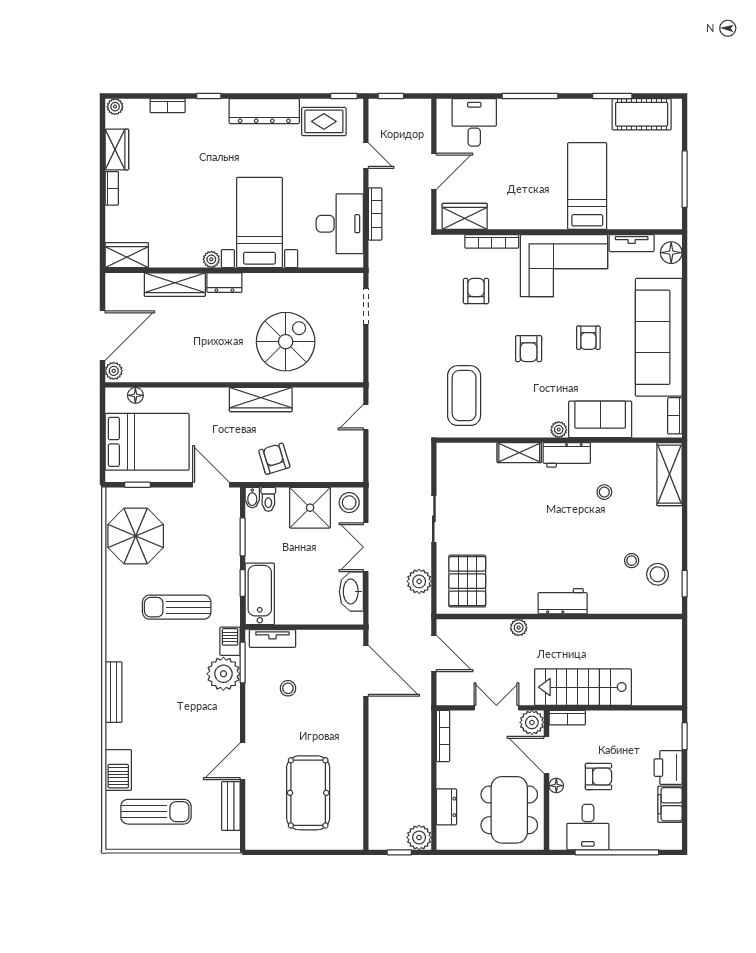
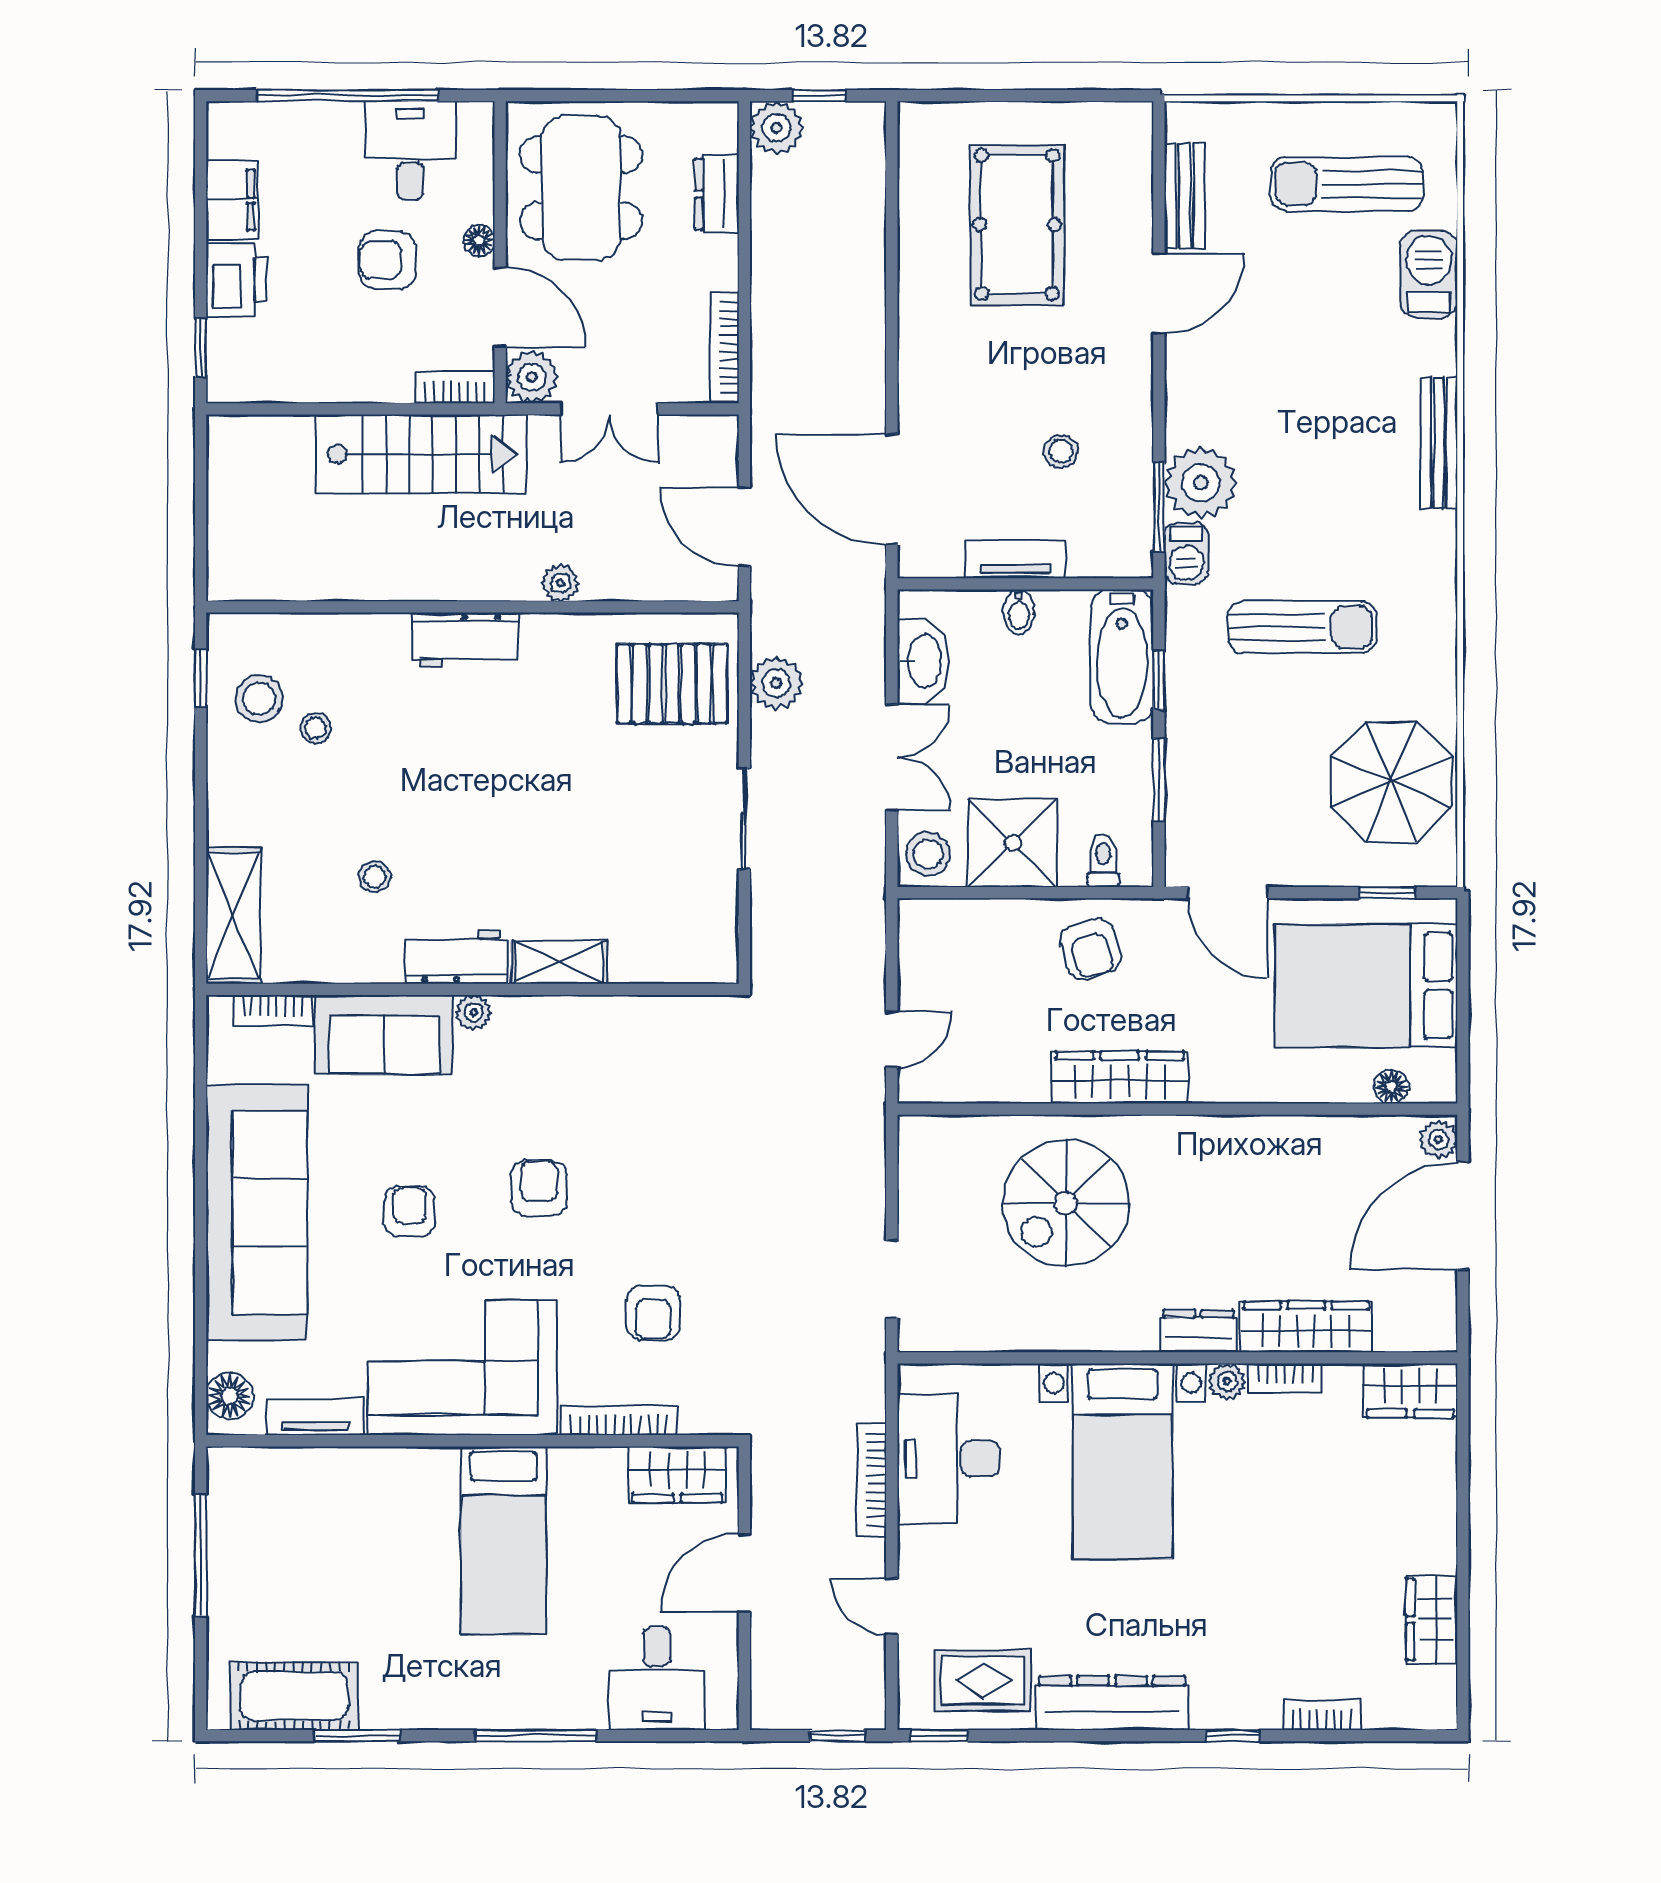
plant: (115, 107) -> (1436, 1713), removed
bed: (587, 186) -> (504, 1540), moved
bookcase: (112, 188) -> (1285, 1378), moved, turned -90
coffee table: (464, 396) -> (679, 1086), removed
bookcase: (675, 416) -> (273, 1011), moved, turned 90
bidet: (252, 498) -> (1019, 612), moved, turned 180
pallet: (467, 581) -> (672, 684), turned 90
tv unit: (272, 638) -> (1016, 559), moved

